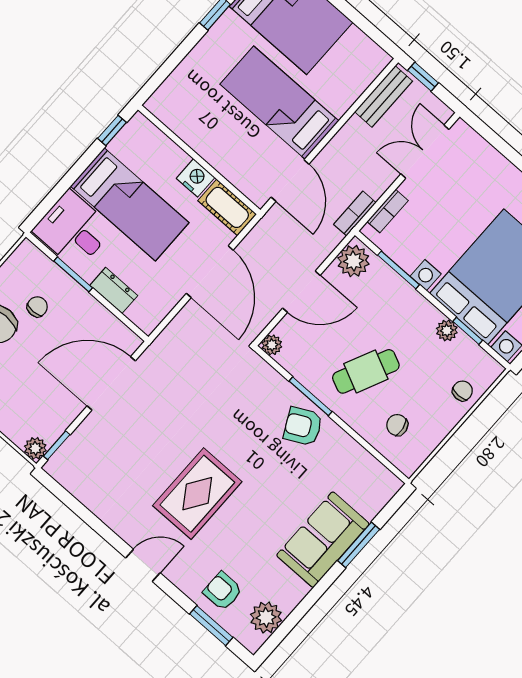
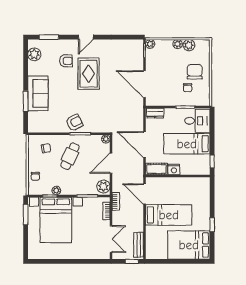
dresser: (114, 290) -> (155, 113), moved
door: (111, 383) -> (144, 84), swing flipped
armchair: (223, 591) -> (66, 61), moved

